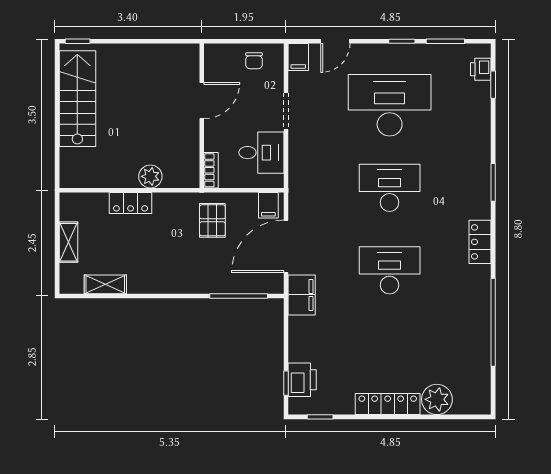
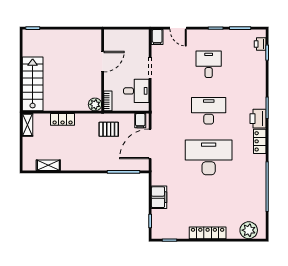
door: (335, 41) -> (178, 28), hinge flipped
chair: (254, 61) -> (132, 39), removed
stairs: (77, 99) -> (33, 84), moved
desk: (390, 105) -> (209, 64), width x0.53, depth x0.77
plant: (150, 176) -> (95, 104), moved
pallet: (212, 220) -> (109, 129), turned 90
shelving: (68, 242) -> (27, 125), moved
desk: (390, 270) -> (209, 157), width x1.36, depth x1.30
filing cabinet: (302, 295) -> (159, 197), moved
printer: (302, 380) -> (258, 119), moved, turned 180
plant: (437, 399) -> (249, 230), moved

